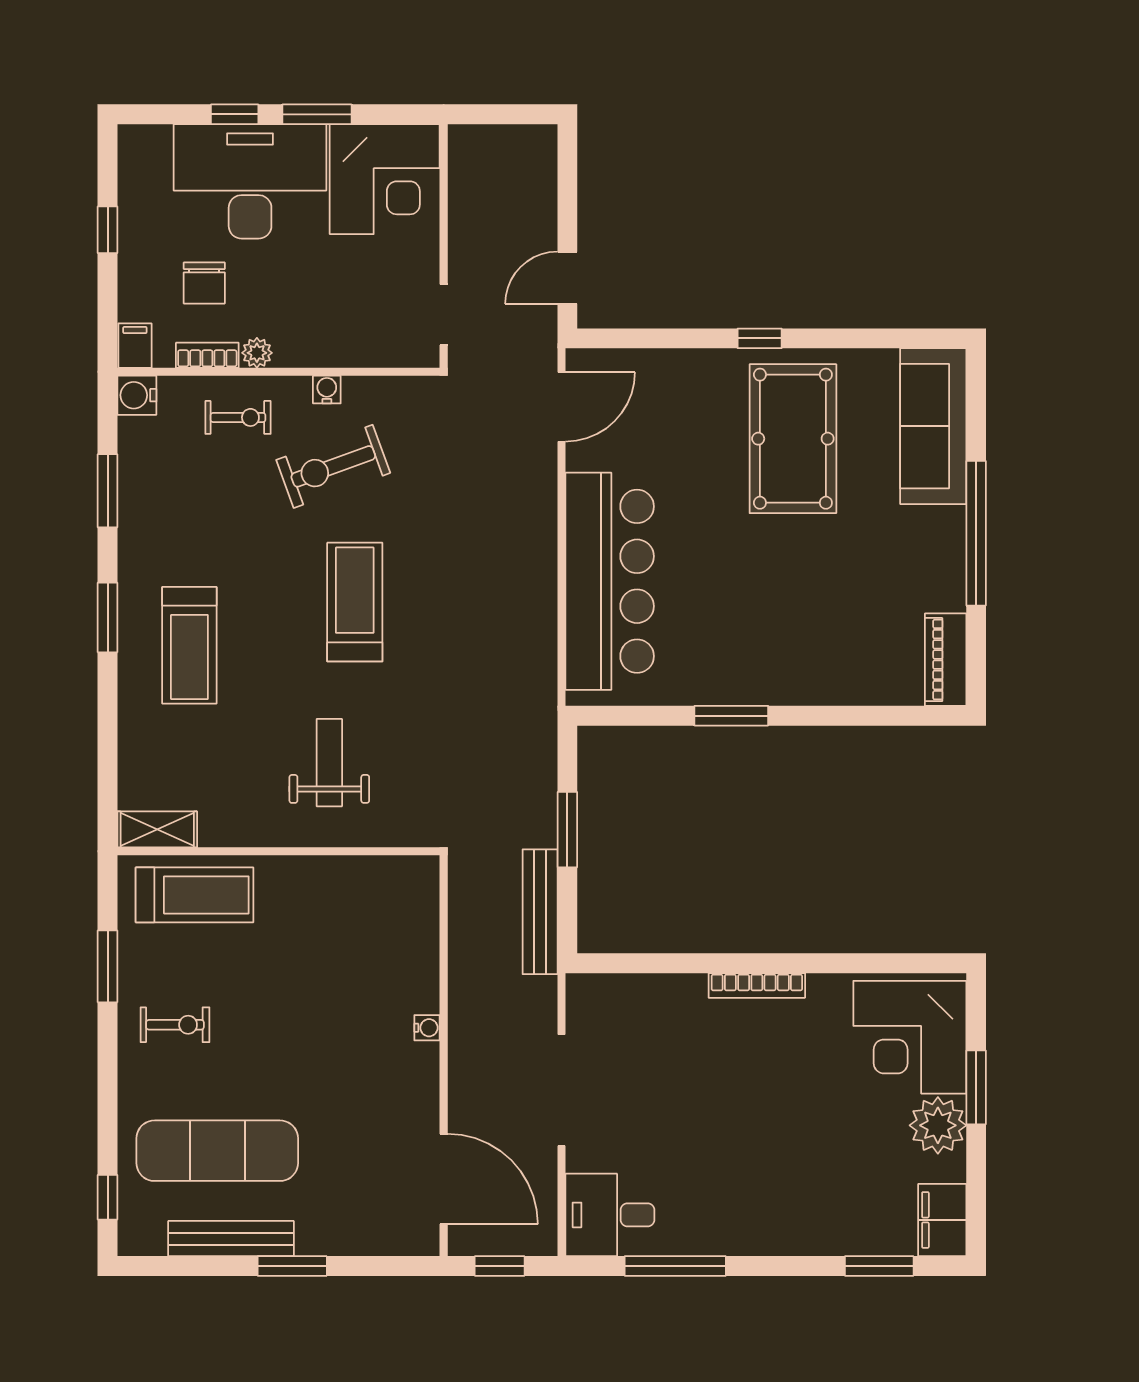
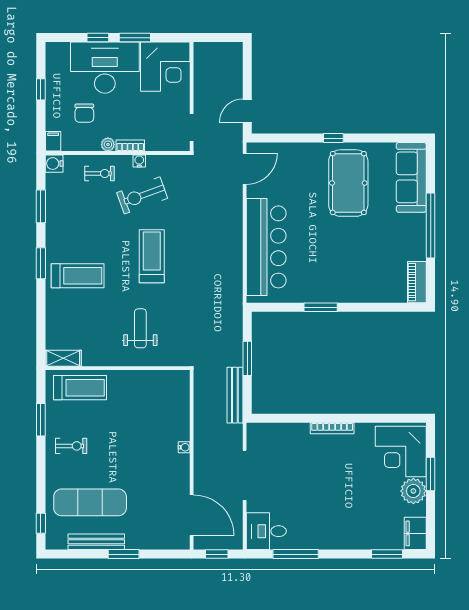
bookcase: (207, 355) -> (130, 146), moved
treadmill: (189, 645) -> (78, 276), turned -90

